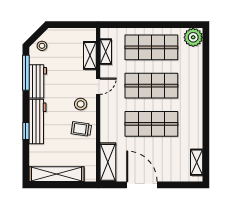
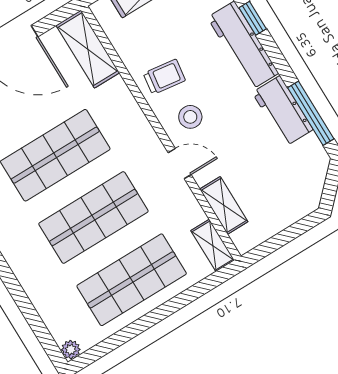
plant: (193, 37) -> (71, 350), width x0.53, depth x0.53
stool: (42, 46) -> (311, 173), removed
shelving: (106, 52) -> (213, 245), moved
door: (98, 86) -> (180, 164), swing flipped

